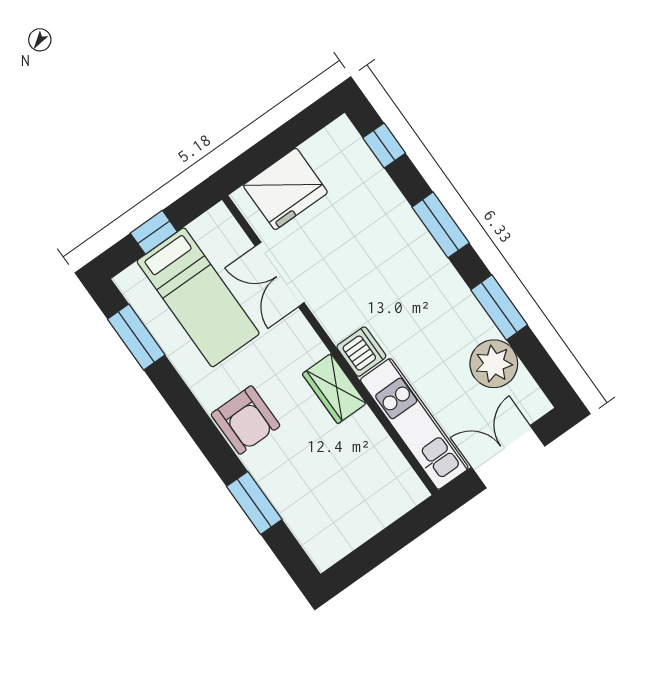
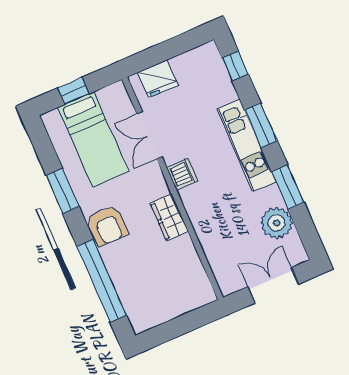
fridge: (285, 189) -> (158, 79), width x0.73, depth x0.75
window: (136, 337) -> (63, 191), moved
dishwasher: (361, 352) -> (182, 174), moved
kitchen unit: (414, 424) -> (246, 146), moved, turned 180
window: (254, 503) -> (102, 281), width x2.11

